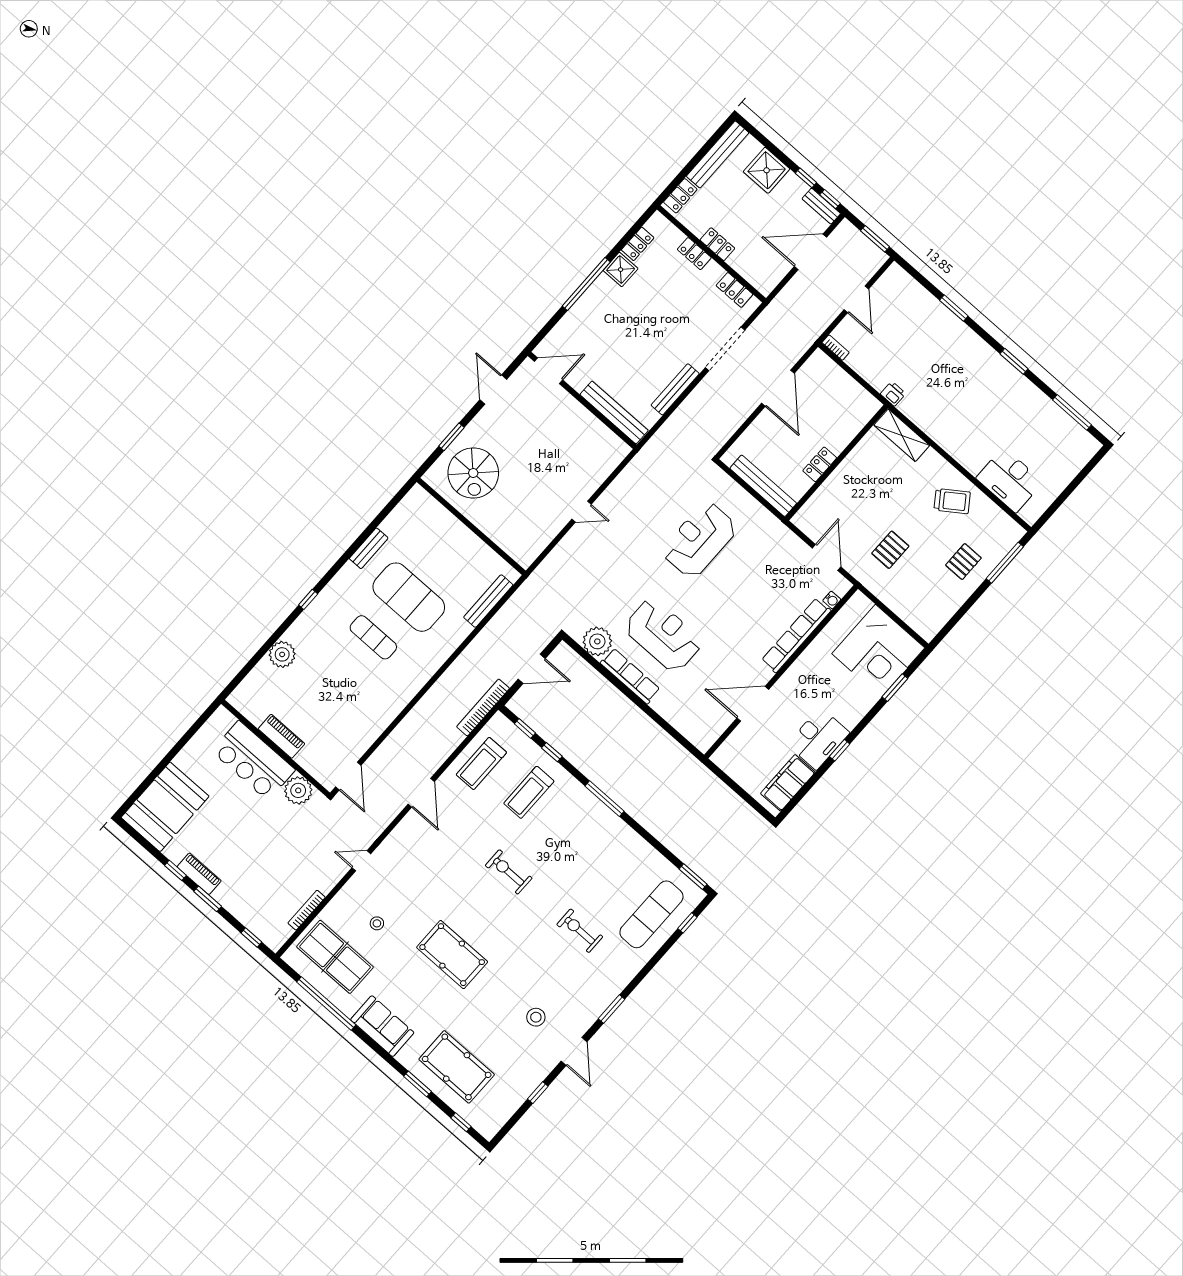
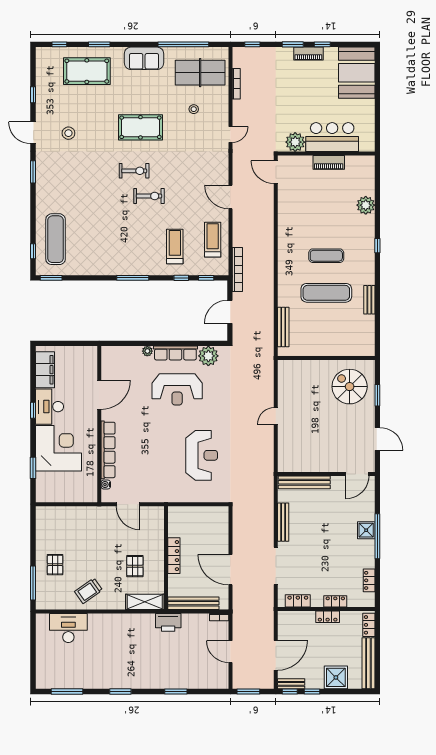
shower: (621, 270) -> (366, 530), moved
printer: (893, 394) -> (168, 622), width x1.87, depth x1.48
locker: (820, 464) -> (174, 556), width x1.53
bench: (763, 486) -> (193, 603), moved
pallet: (890, 550) -> (135, 566), moved
exercise mat: (409, 597) -> (326, 293), width x0.68
corner desk: (878, 651) -> (58, 448), moved, turned 90
plant: (659, 705) -> (147, 351), added
exercise bike: (580, 931) -> (134, 171), moved

